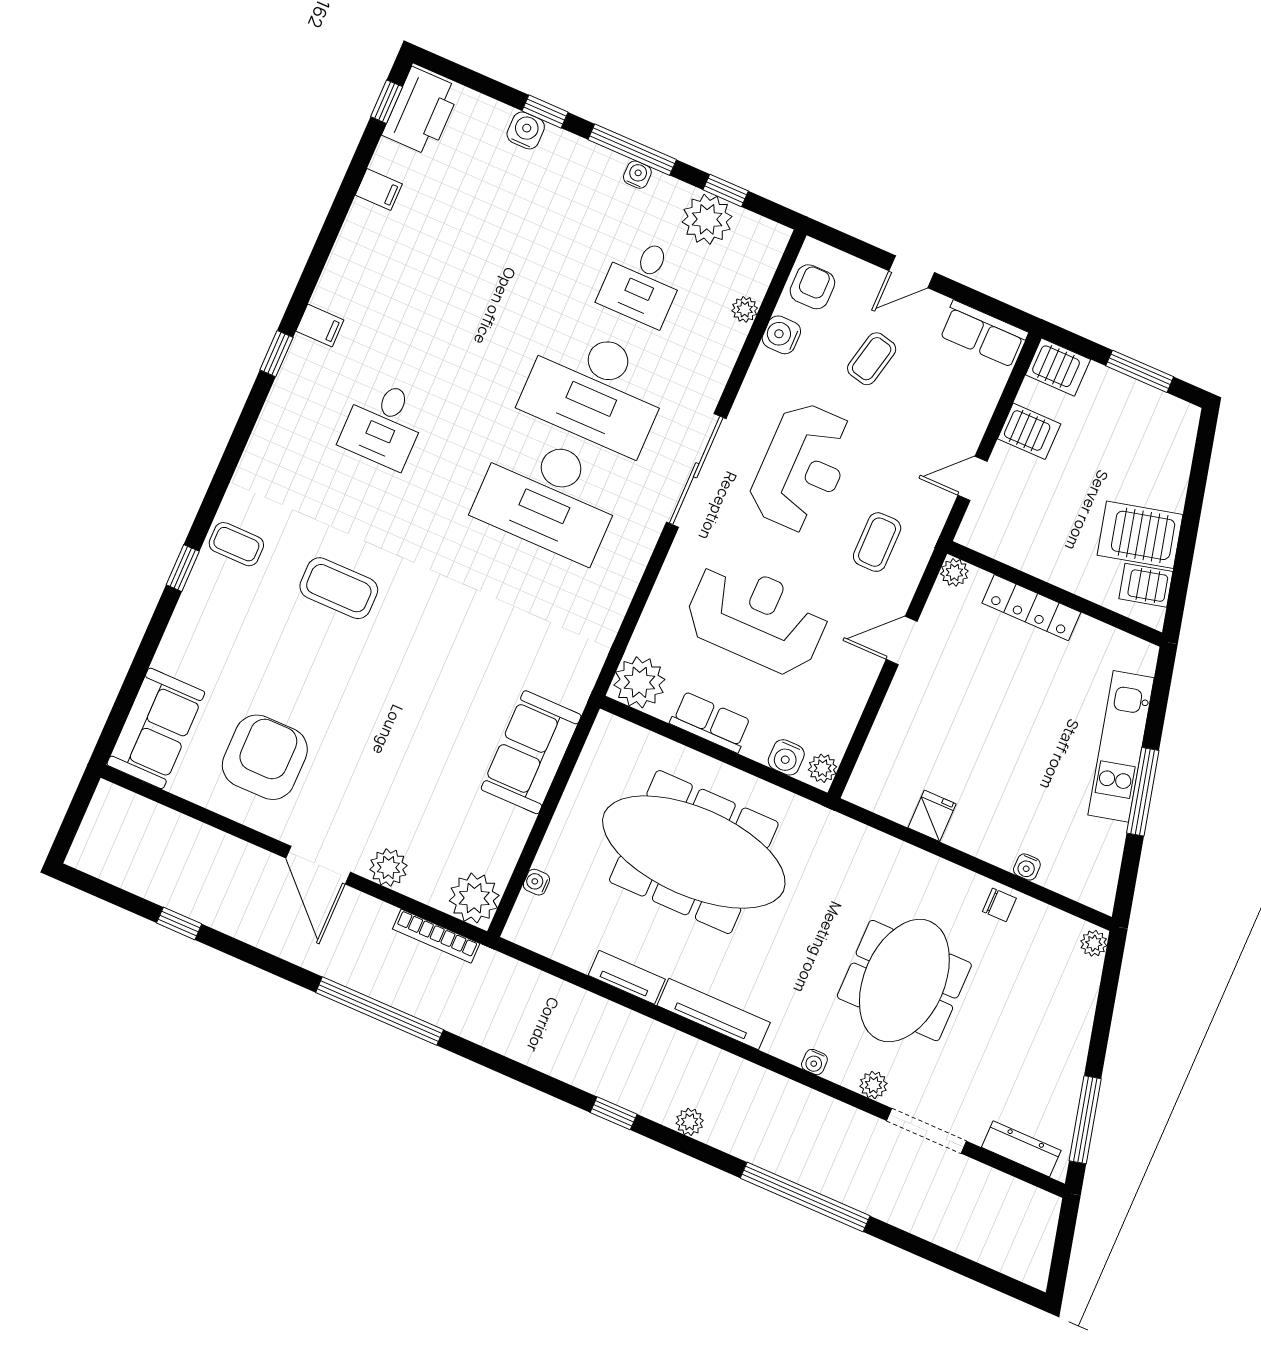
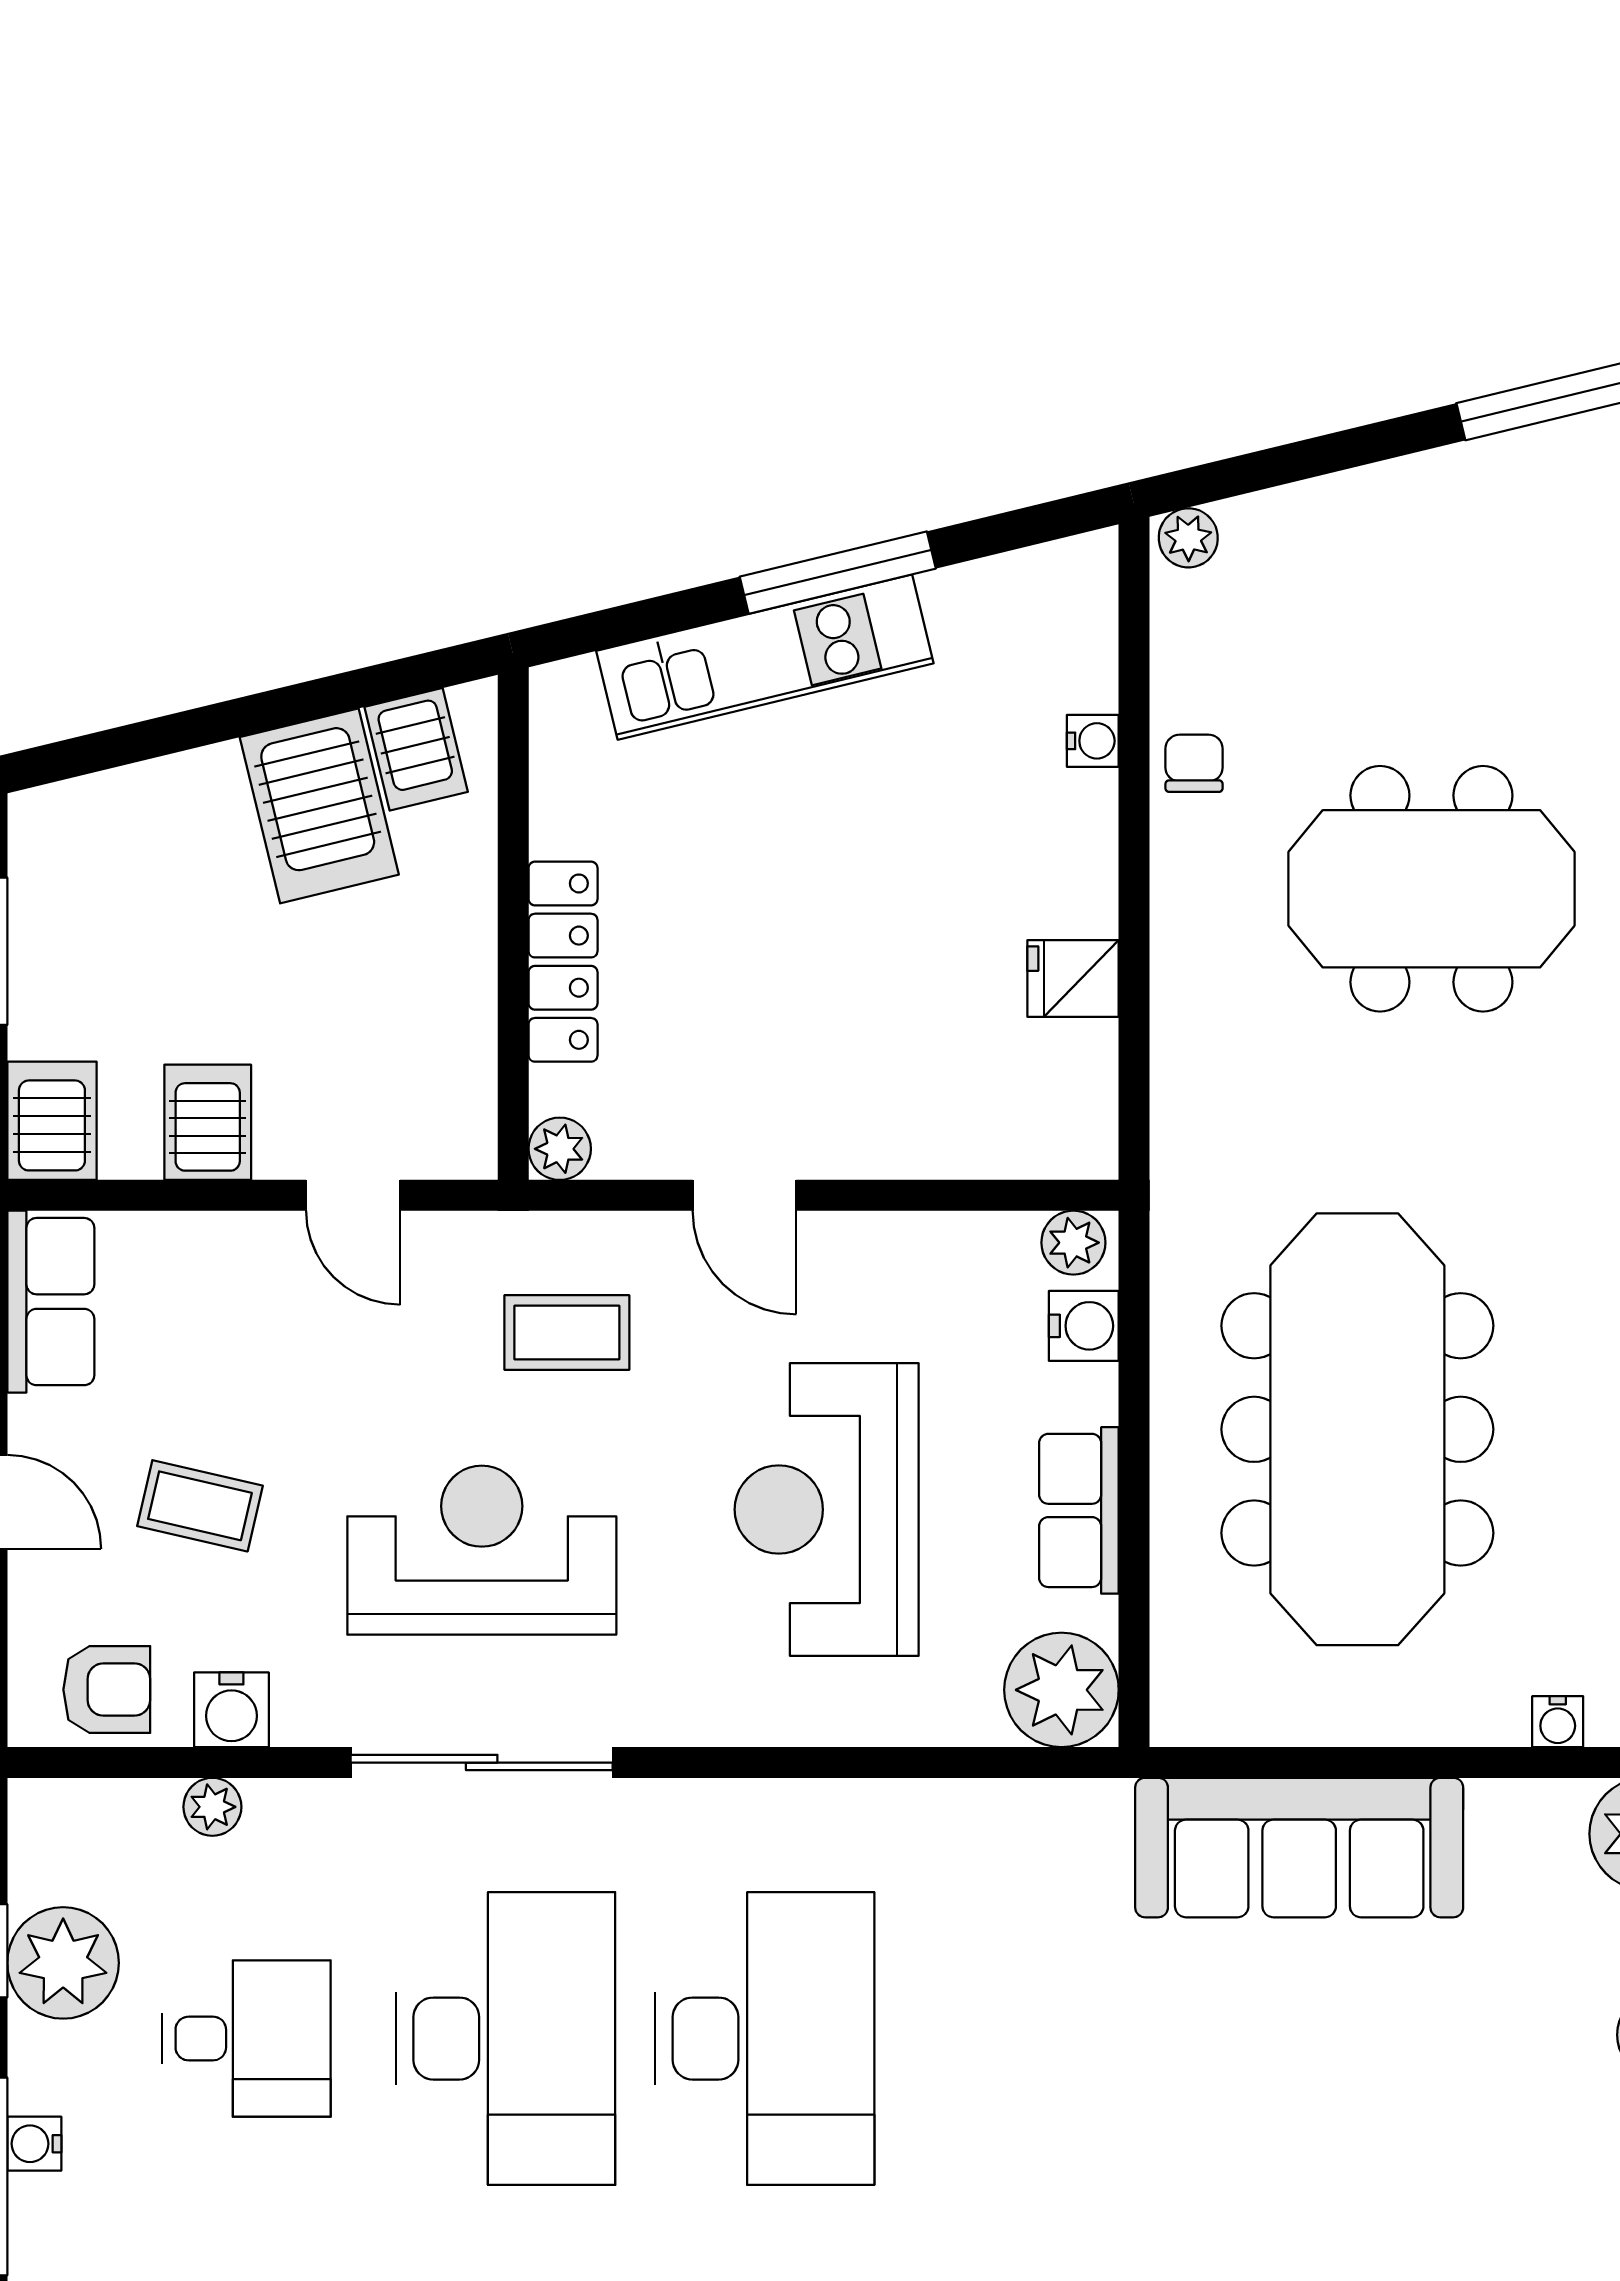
armchair: (812, 287) -> (107, 1690), turned 180
sliding door: (696, 470) -> (482, 1763), moved
sofa: (531, 752) -> (1299, 1848), width x1.36

